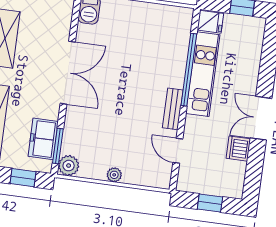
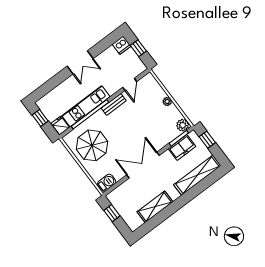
parasol: (150, 36) -> (92, 145), added
dishwasher: (238, 149) -> (122, 45), moved

